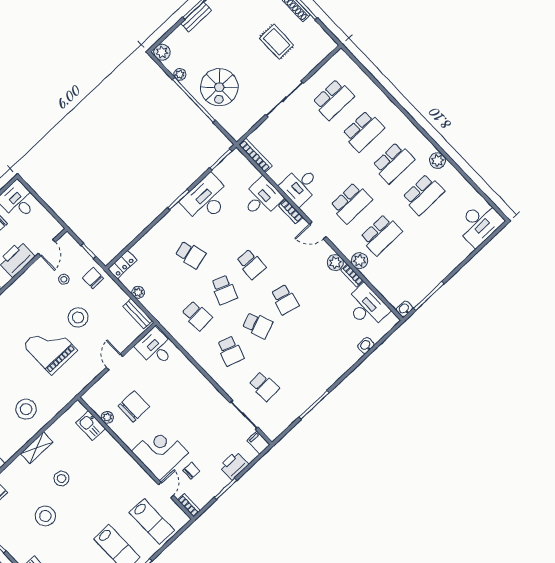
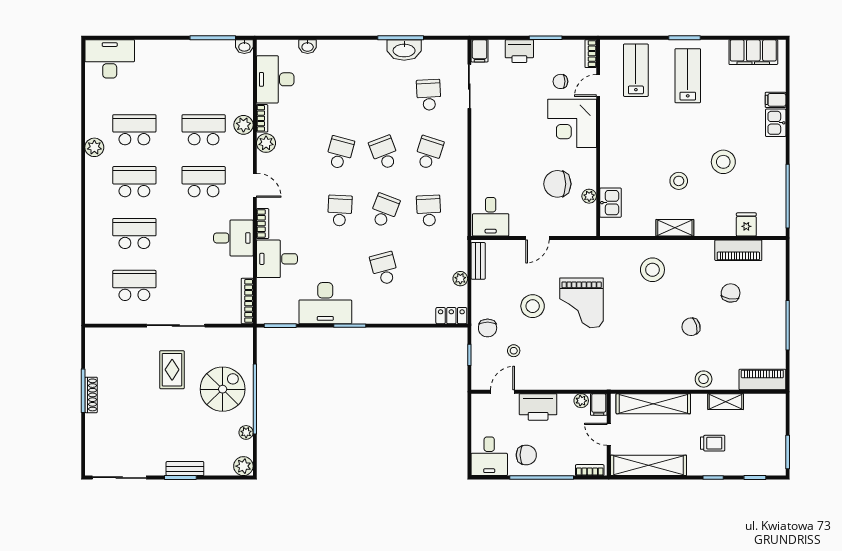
rug: (277, 42) -> (172, 370), moved
washbasin: (305, 399) -> (404, 50), added

